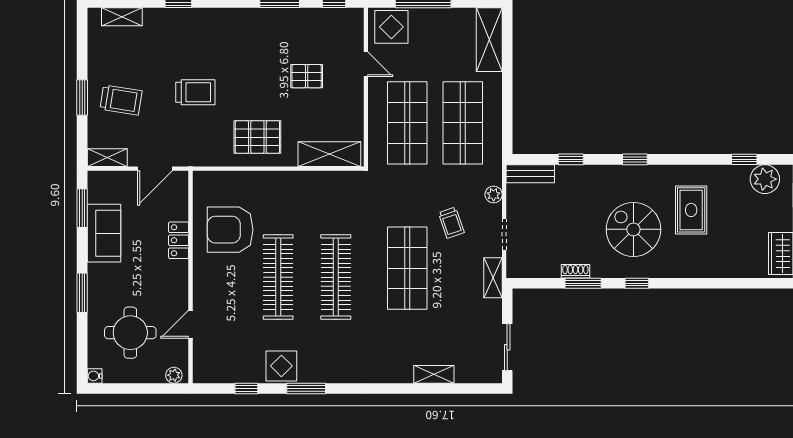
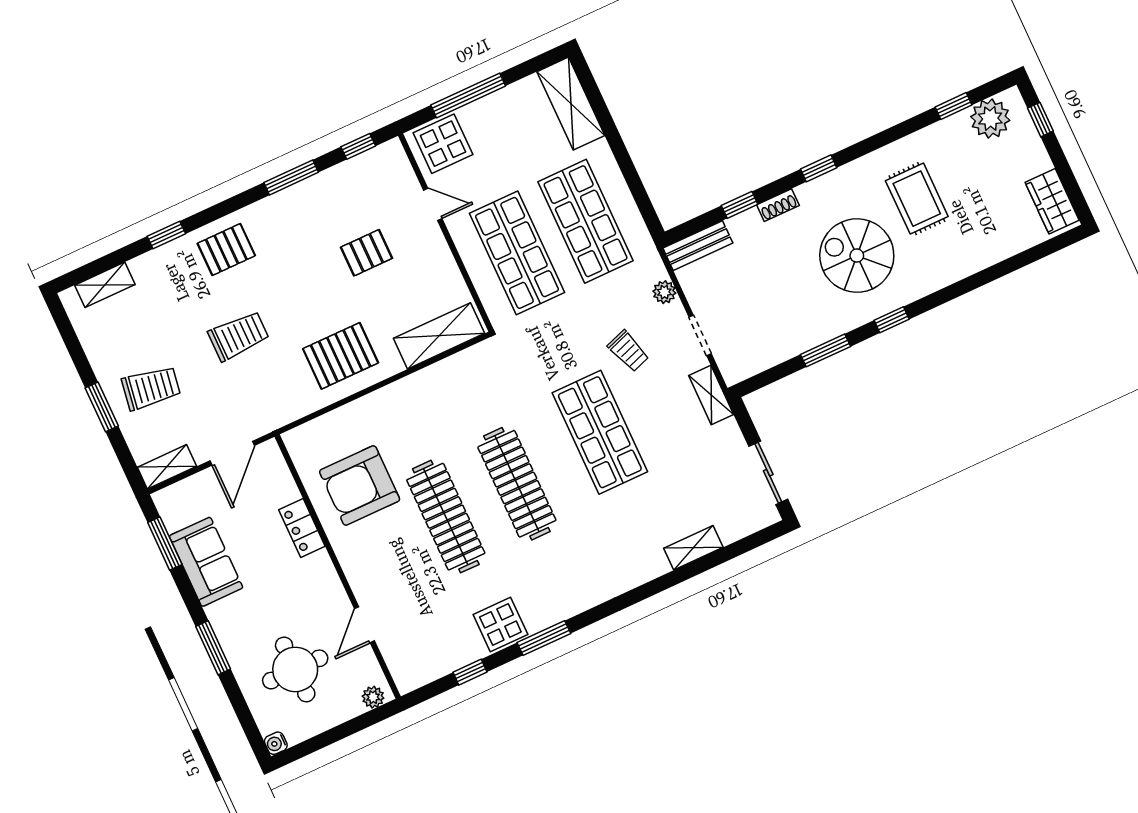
pallet: (214, 31) -> (226, 250), added
shoe rack: (575, 271) -> (778, 205), moved, turned 180

